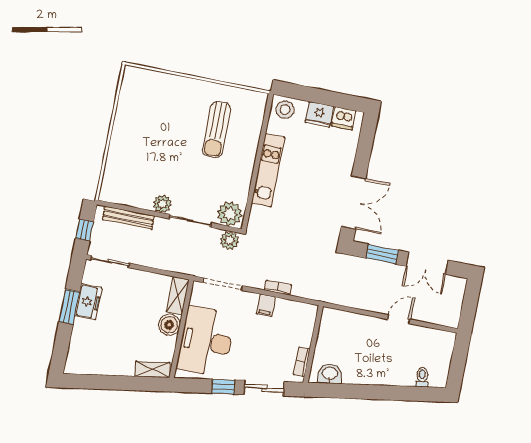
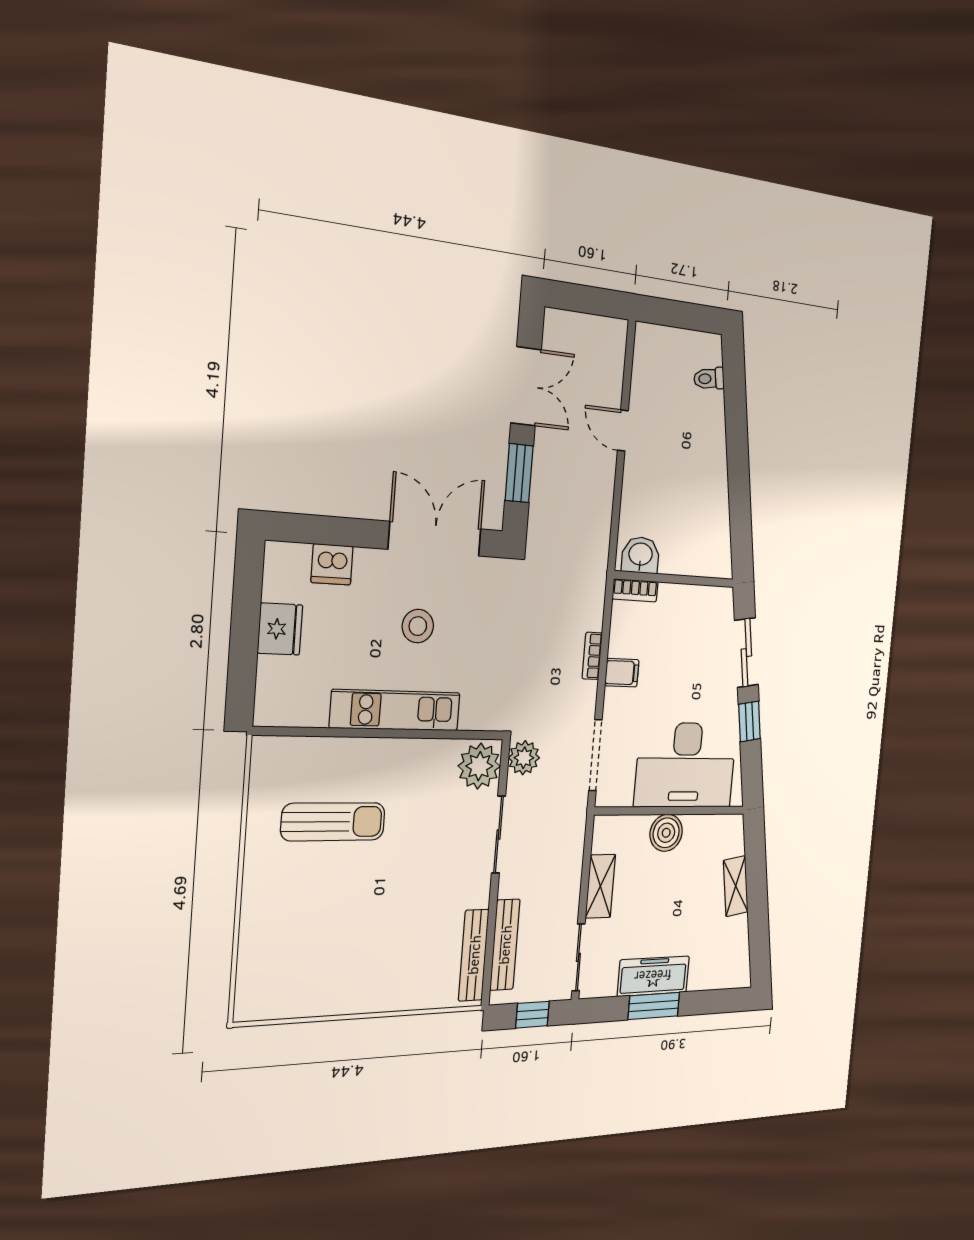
stool: (285, 110) -> (418, 626), moved
dishwasher: (344, 118) -> (332, 564), moved, turned 90
bench: (127, 199) -> (474, 955), added
plant: (162, 204) -> (475, 891), removed
shelving: (178, 296) -> (600, 886), moved, turned 90
freezer: (88, 302) -> (653, 976), width x1.40
bookcase: (302, 362) -> (635, 590), moved
shelving: (152, 369) -> (736, 886), moved
washbasin: (330, 374) -> (640, 555), moved, turned 99

